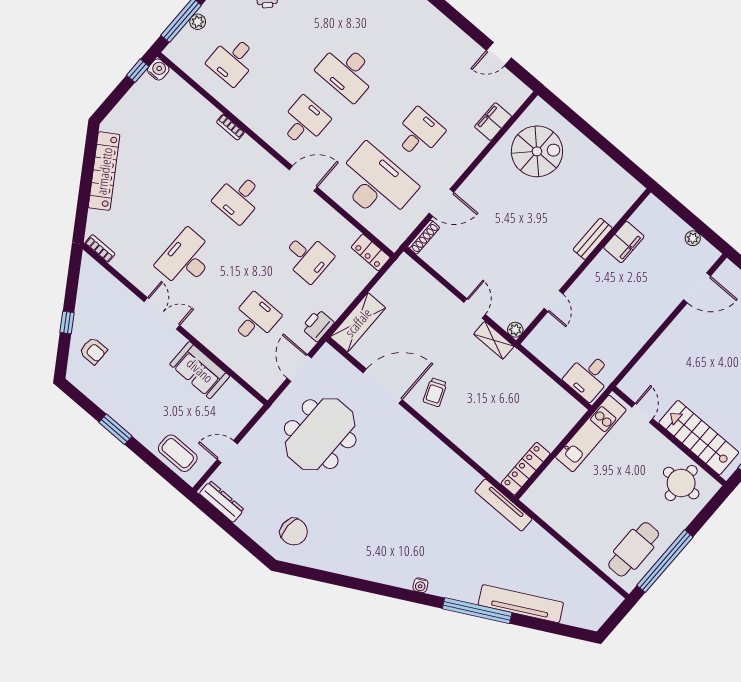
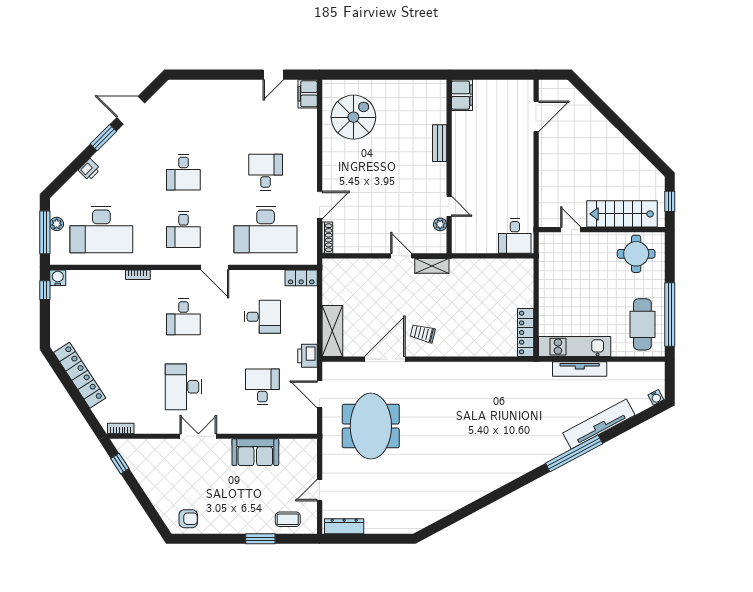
desk: (233, 60) -> (101, 229), width x1.87, depth x1.30
desk: (347, 72) -> (183, 172), width x0.73
desk: (304, 122) -> (183, 229), turned 180
filing cabinet: (493, 122) -> (308, 94), moved
door: (303, 178) -> (215, 267), swing flipped
desk: (376, 183) -> (266, 229), turned 180
plant: (693, 238) -> (505, 86), removed
filing cabinet: (624, 242) -> (462, 95), moved
window: (67, 322) -> (120, 464), moved
plant: (515, 330) -> (440, 224), moved
armchair: (93, 351) -> (188, 519), moved
trolley: (435, 392) -> (423, 333), turned 126
window: (116, 429) -> (260, 539), moved
kitchen unit: (591, 434) -> (575, 347), moved, turned -90
coffee table: (178, 453) -> (288, 519), width x0.73, depth x0.77
tv unit: (503, 505) -> (580, 369), moved
chair: (294, 532) -> (409, 505), removed
water cooler: (420, 585) -> (656, 397), moved

